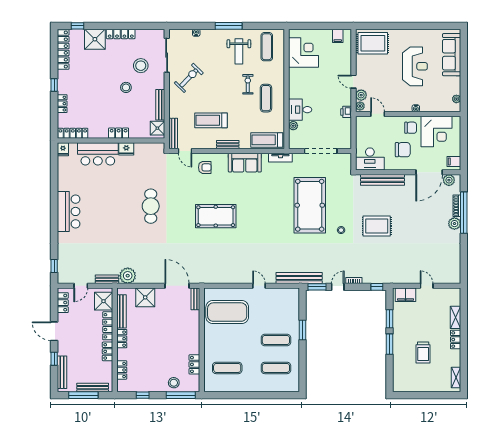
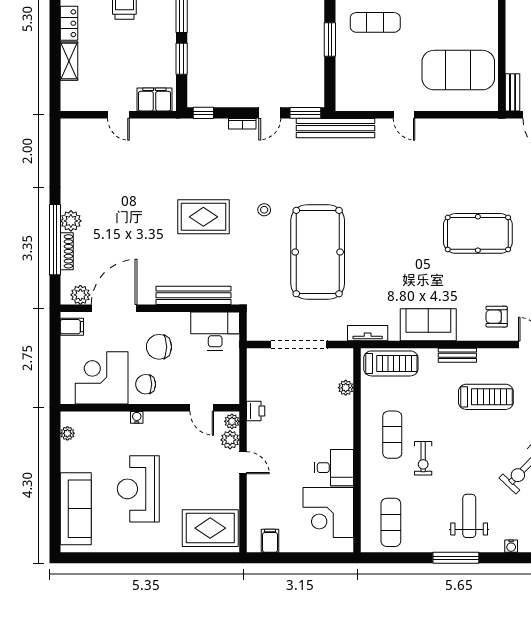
weight bench: (239, 51) -> (469, 516), moved
desk: (300, 110) -> (334, 468), moved

